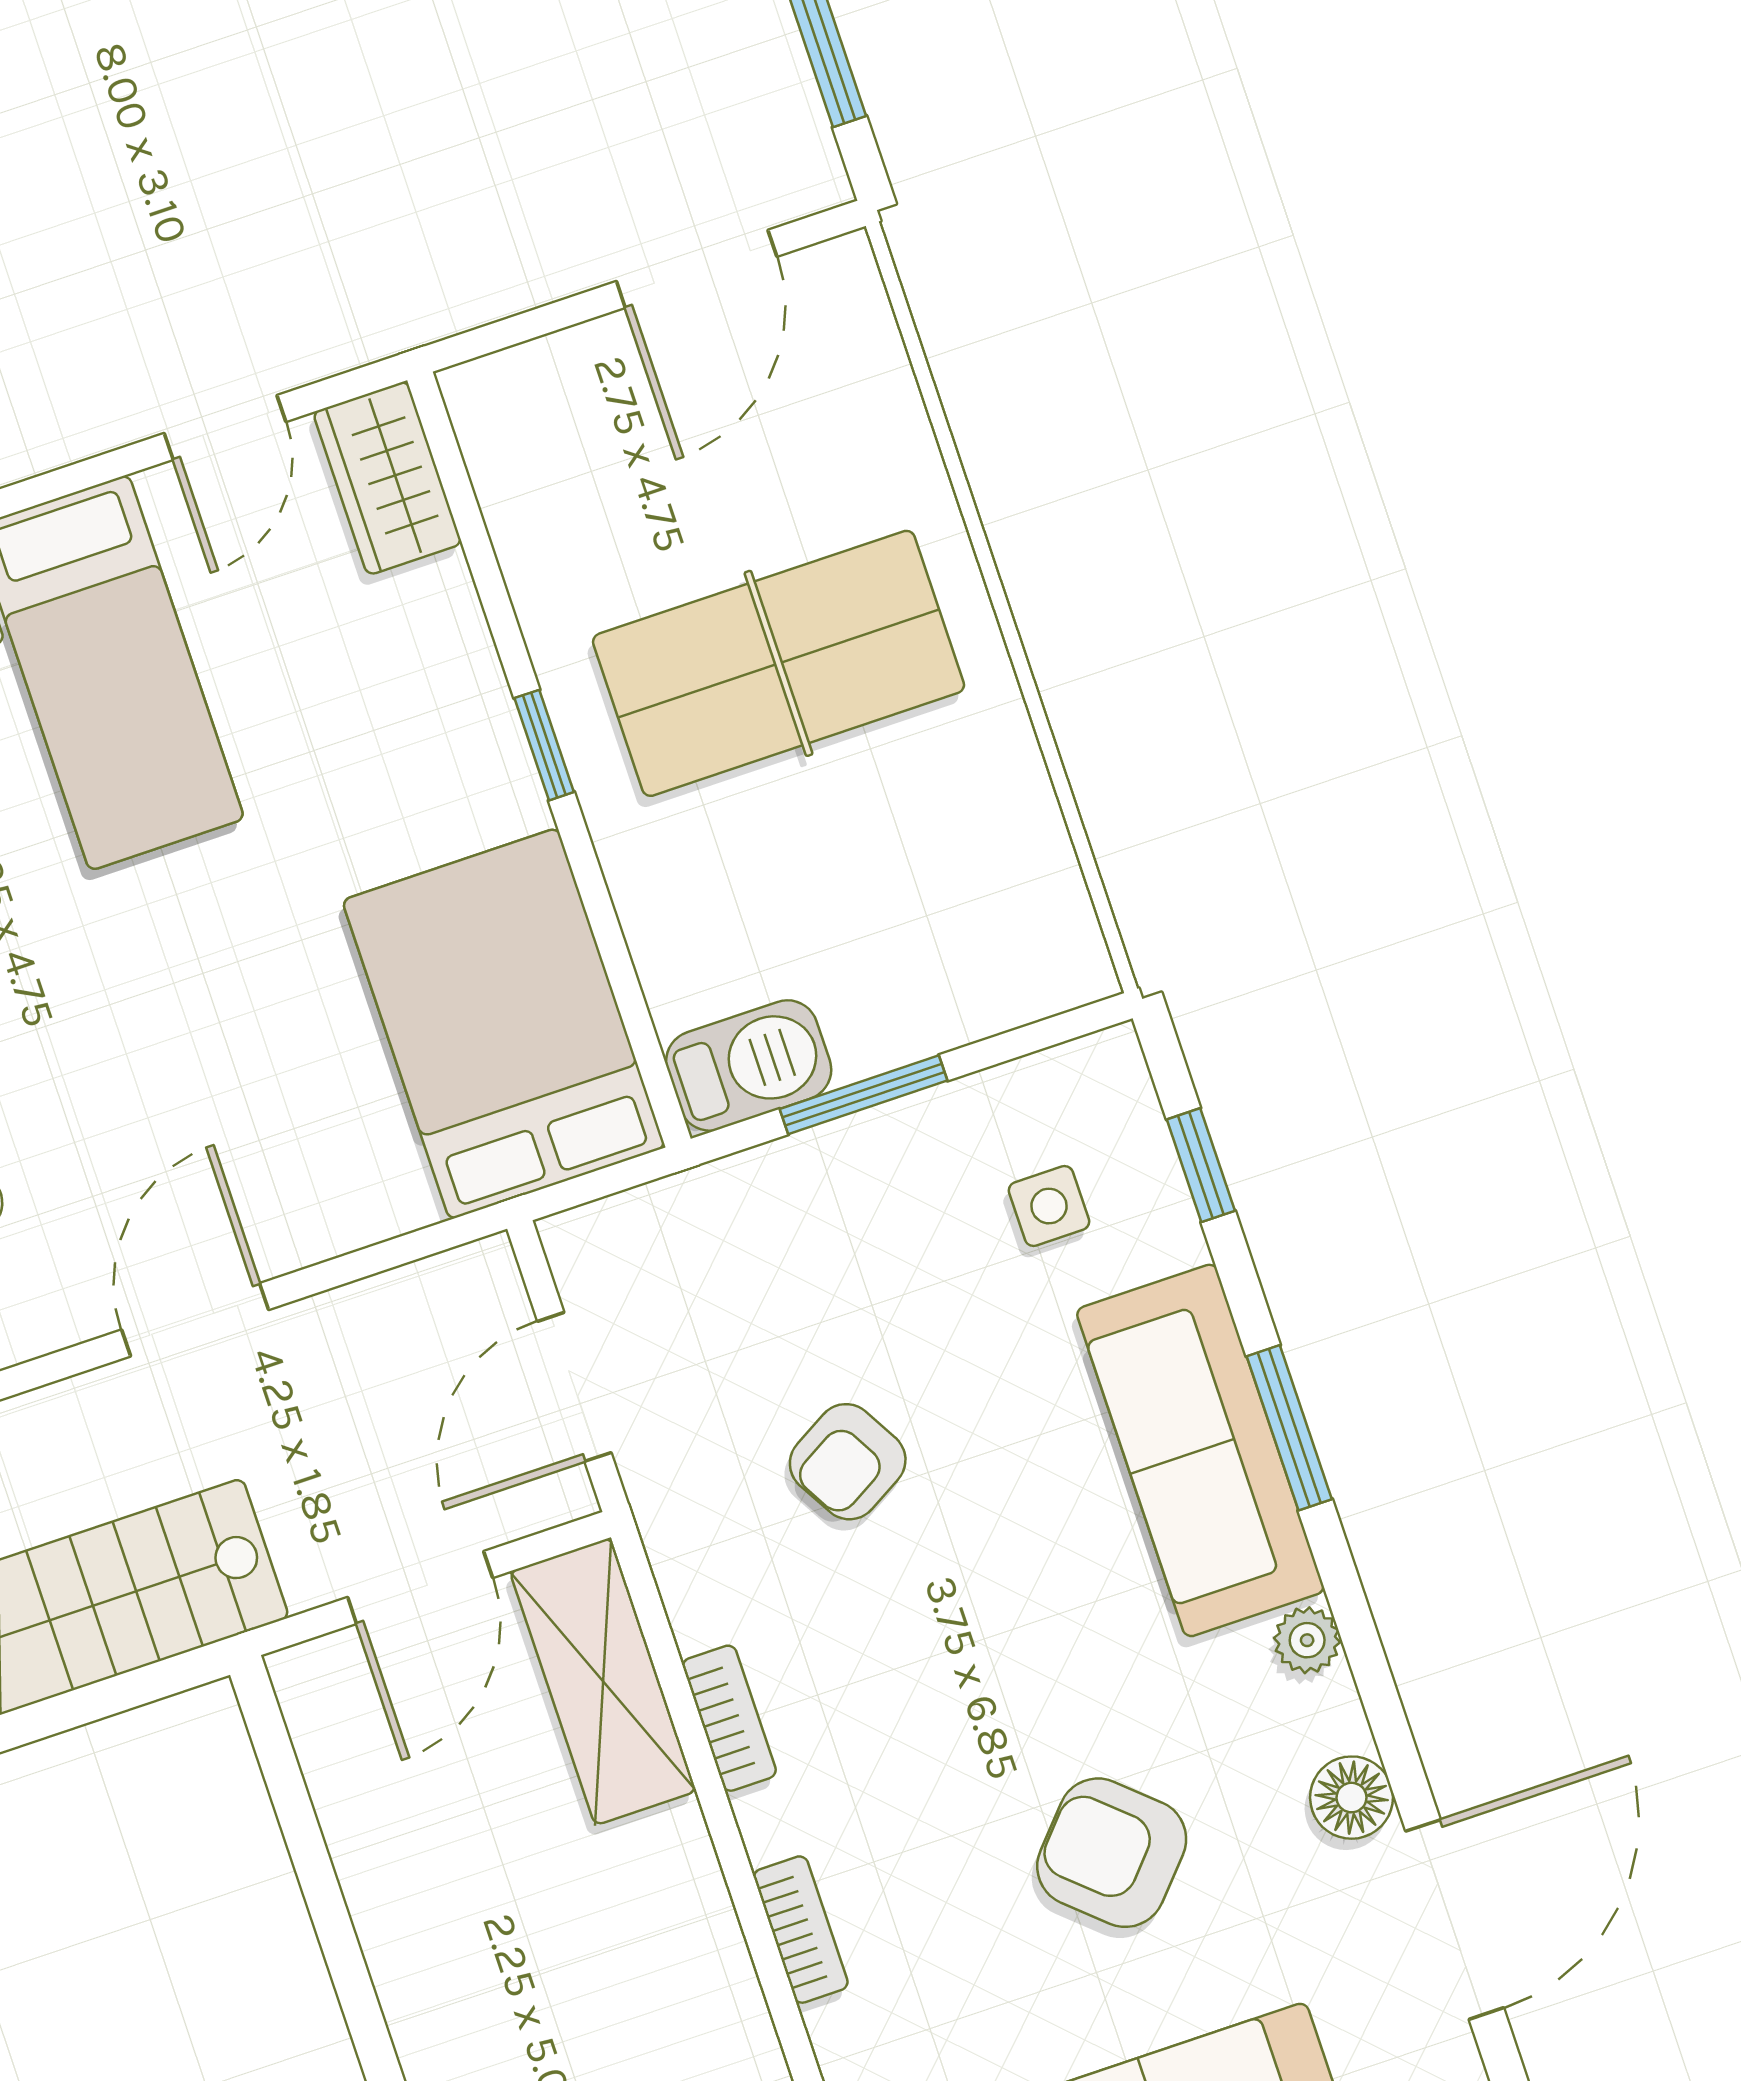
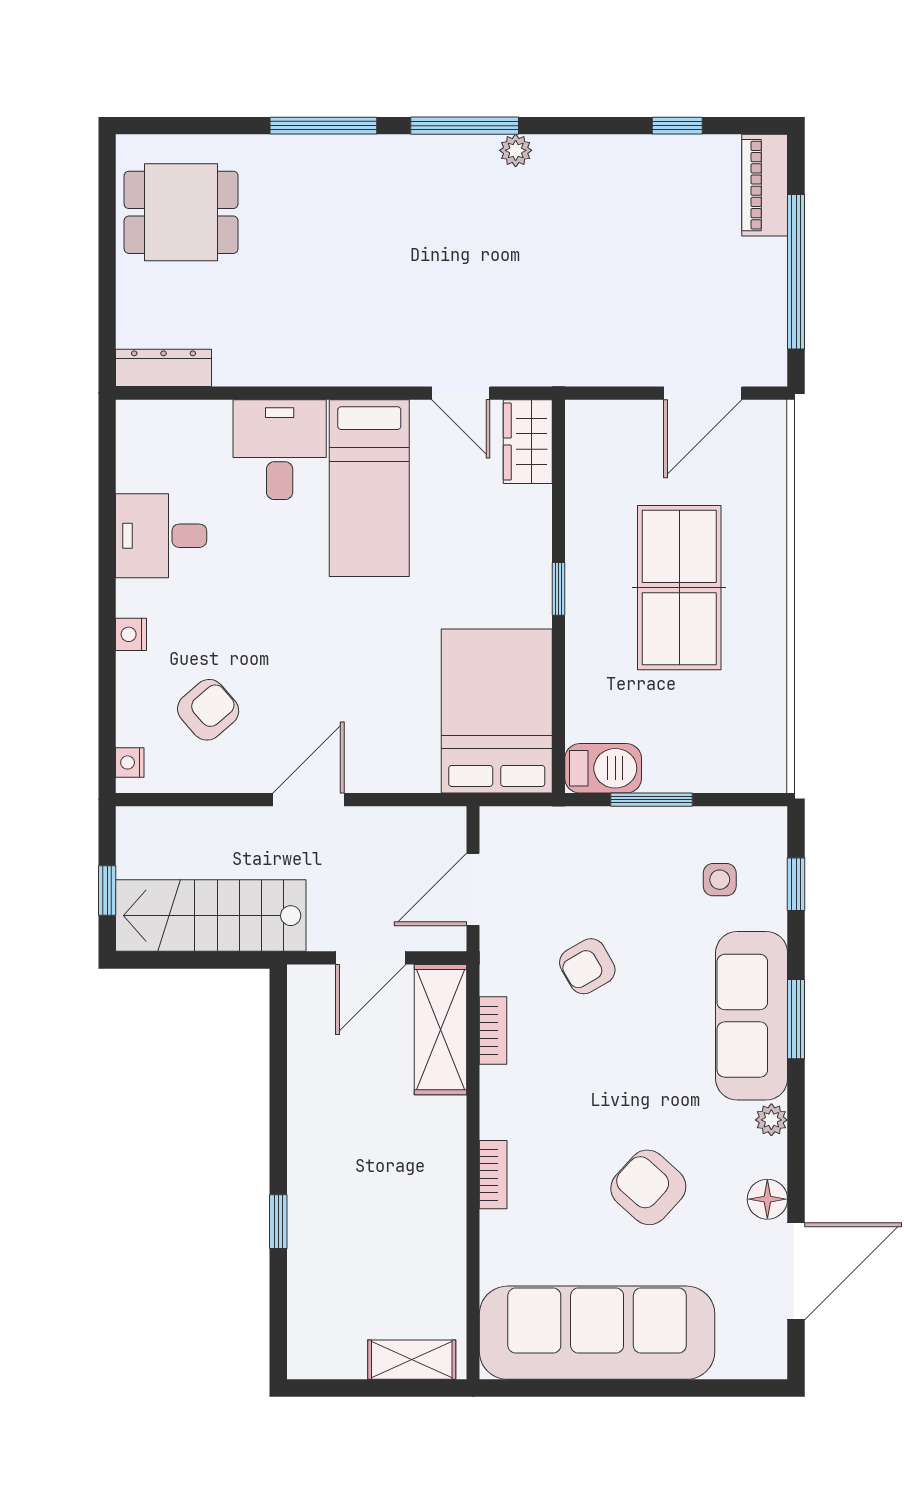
door: (225, 428) -> (461, 393), hinge flipped
table tennis table: (779, 663) -> (679, 588), turned 90
bookcase: (729, 1718) -> (493, 1030), moved

